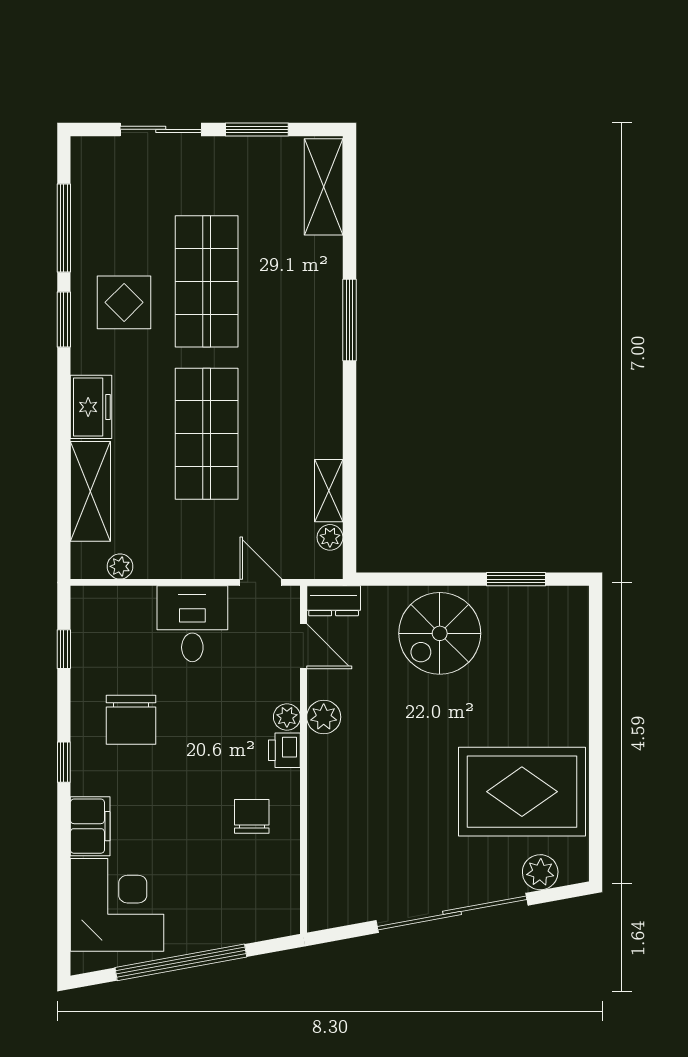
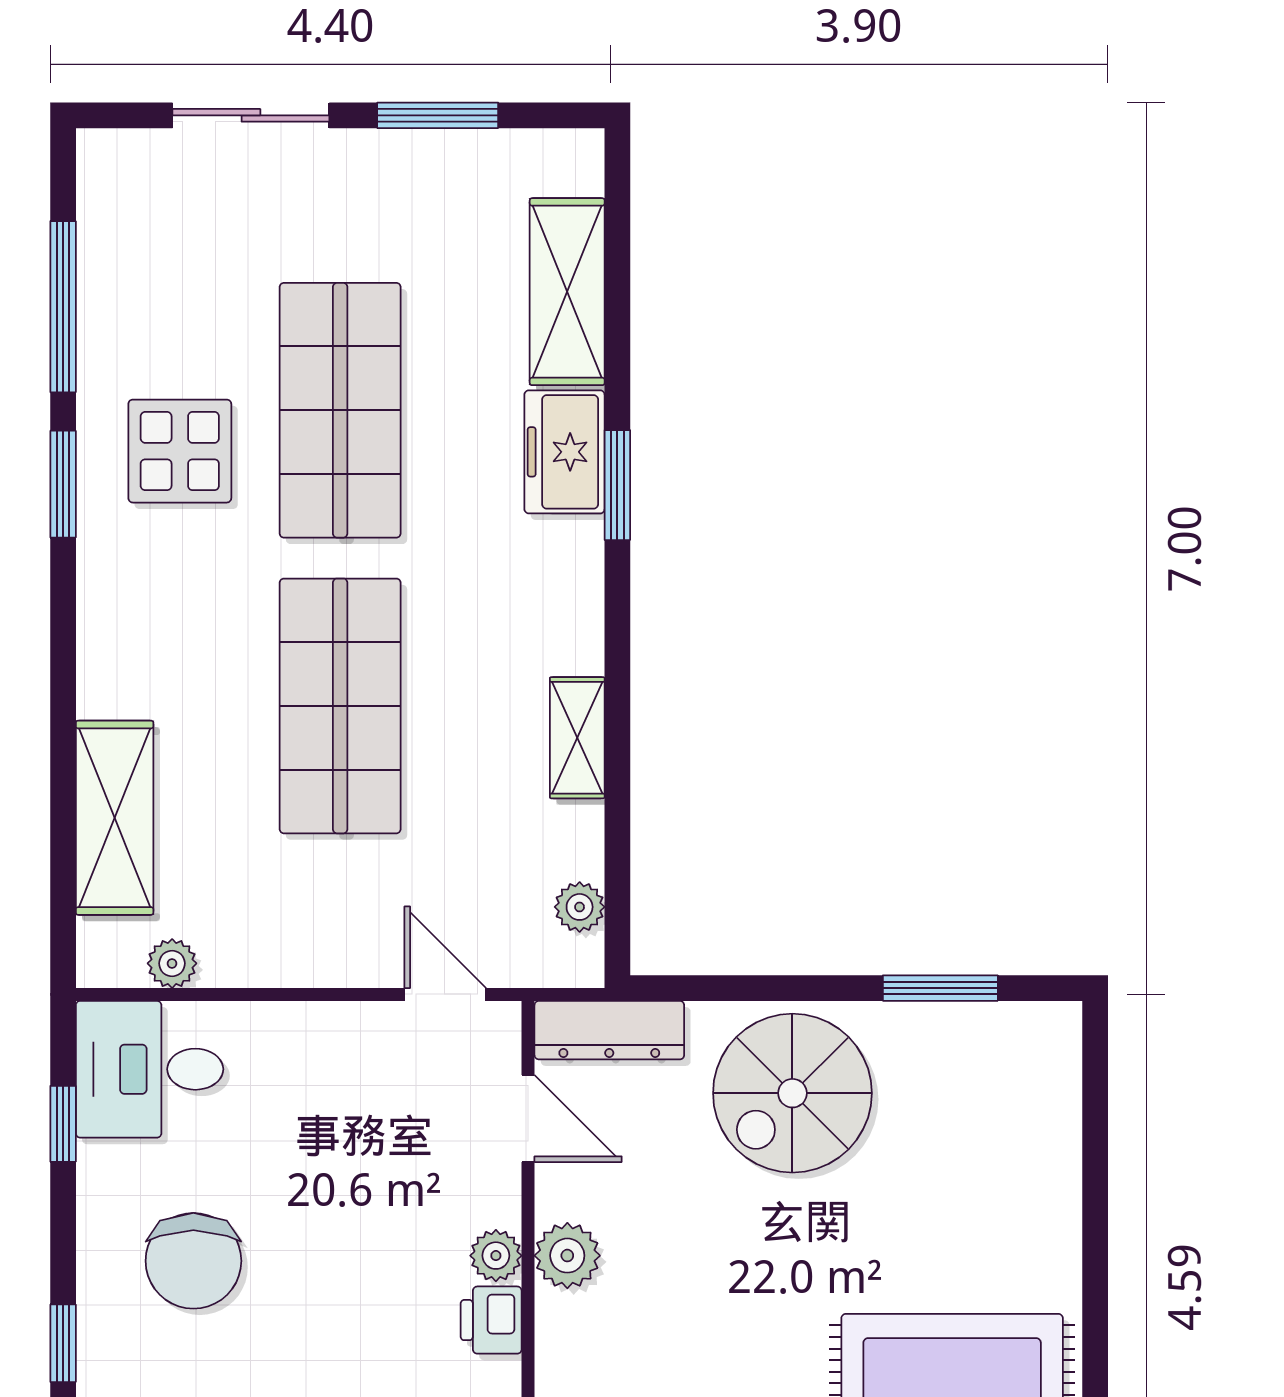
shelving: (324, 187) -> (567, 292), moved
window: (349, 320) -> (617, 485), width x0.69
freezer: (91, 407) -> (564, 452), moved, turned 180
shelving: (329, 491) -> (577, 738), moved
dresser: (334, 601) -> (609, 1030), width x1.44
desk: (192, 624) -> (150, 1069), moved, turned -90

